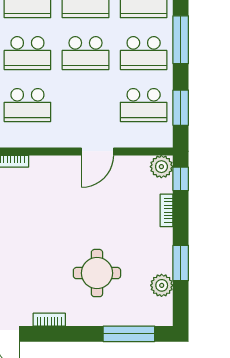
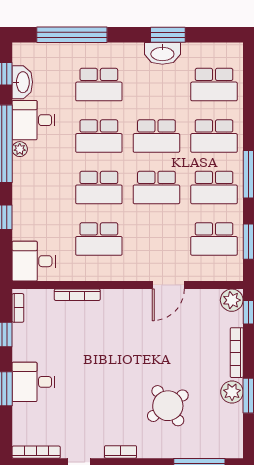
bookcase: (166, 210) -> (237, 353), width x1.56
round table: (97, 273) -> (168, 406), turned -35
plant: (162, 285) -> (232, 392), moved

